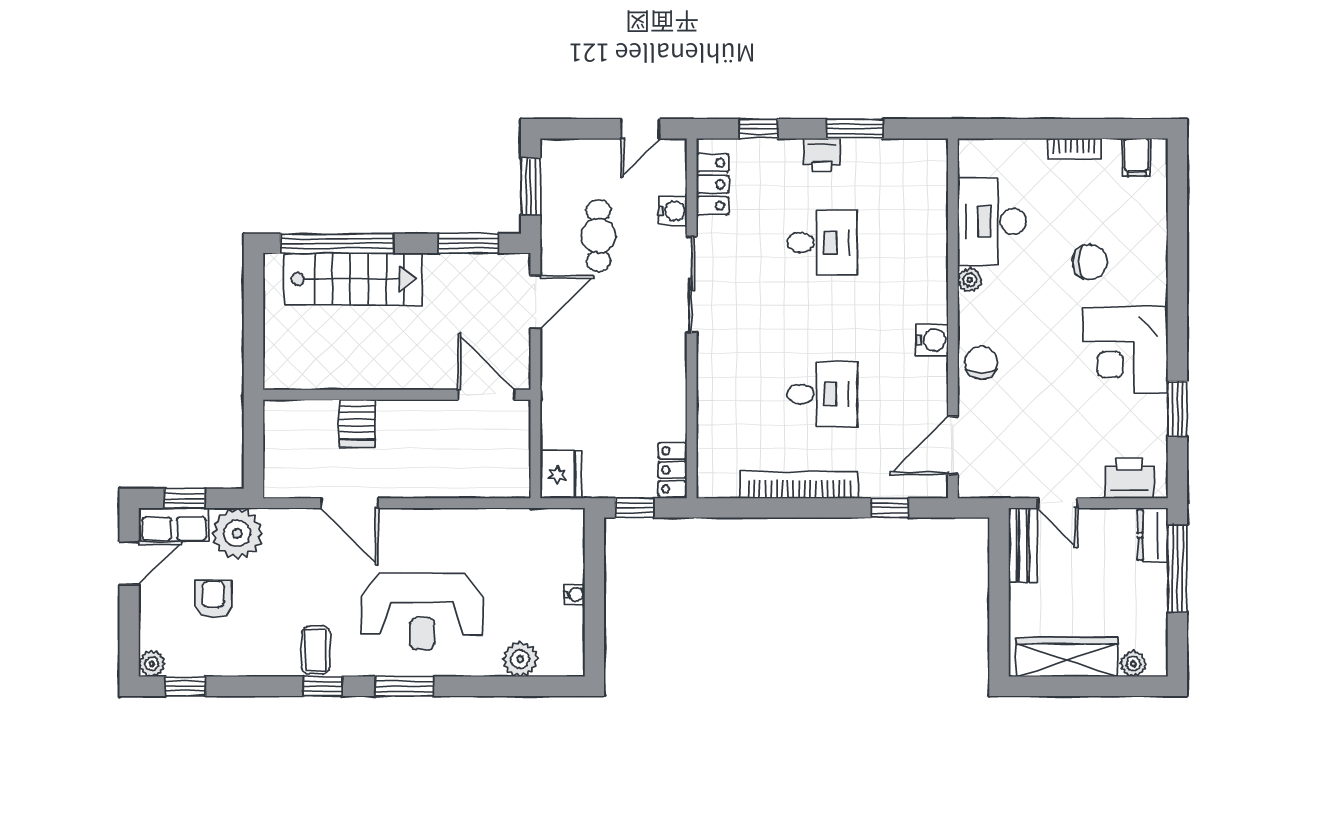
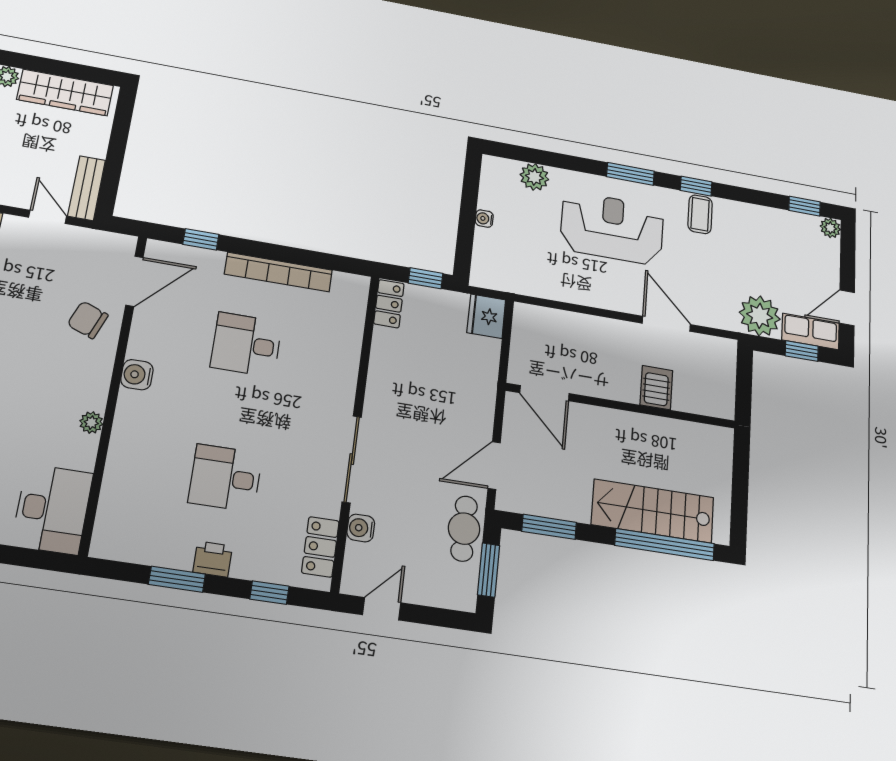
desk: (992, 221) -> (52, 509), moved
cafe table: (598, 236) -> (464, 529), moved
chair: (981, 363) -> (88, 320), moved, turned 111
armchair: (213, 599) -> (781, 268), removed

